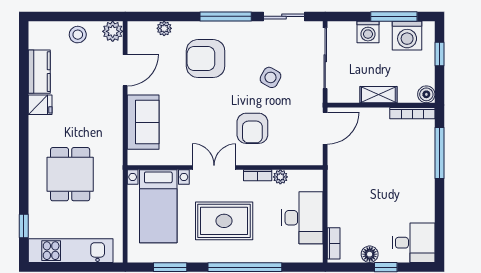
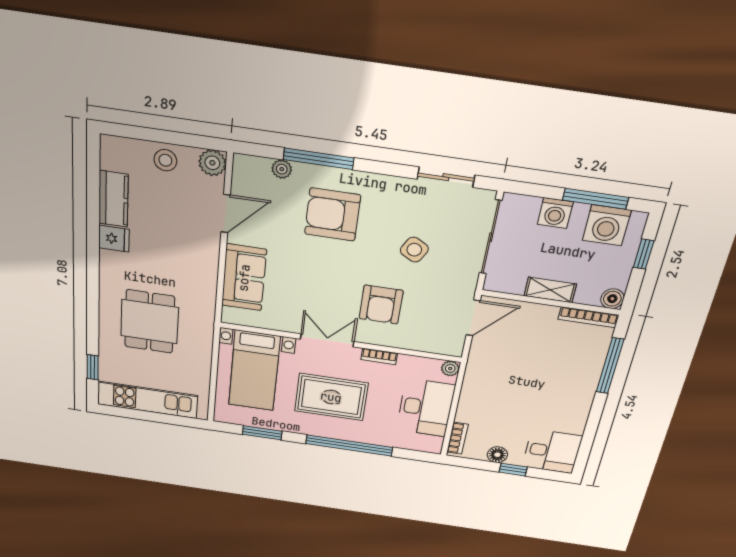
window: (226, 16) -> (319, 159), moved
plant: (280, 177) -> (450, 368), moved

